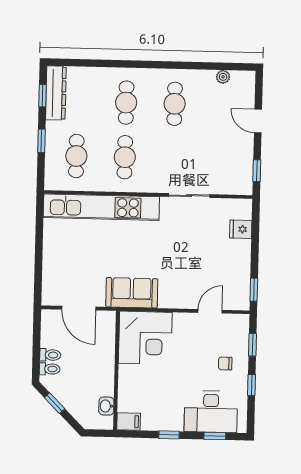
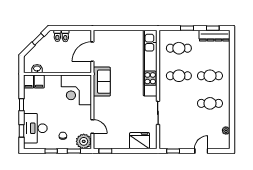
fridge: (241, 229) -> (140, 141), width x1.88, depth x1.34
plant: (236, 327) -> (84, 141), added
filing cabinet: (129, 403) -> (39, 82), added

